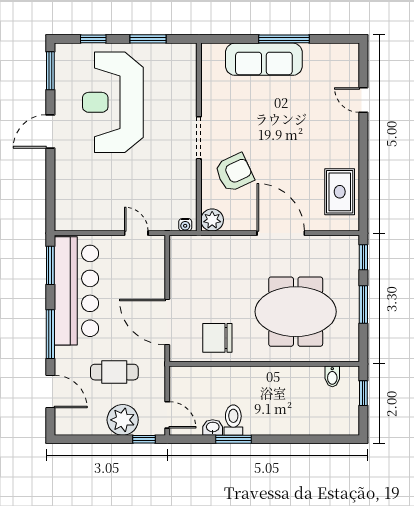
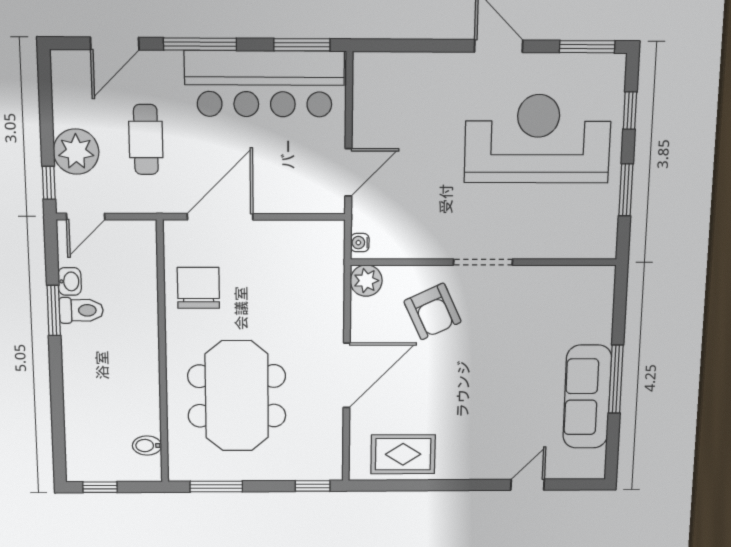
sofa: (264, 59) -> (587, 397), moved
door: (136, 233) -> (348, 172), width x1.38
window: (363, 305) -> (216, 486), moved
window: (363, 393) -> (100, 487), moved

